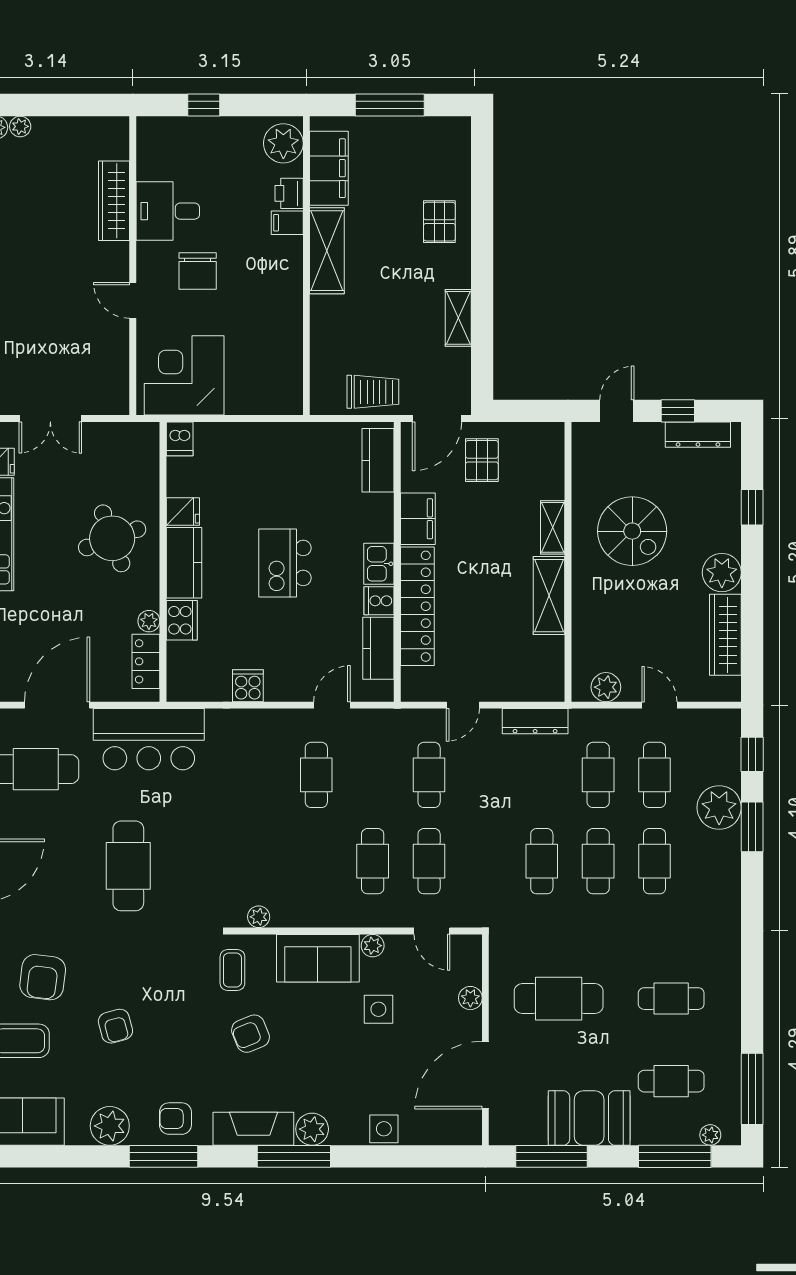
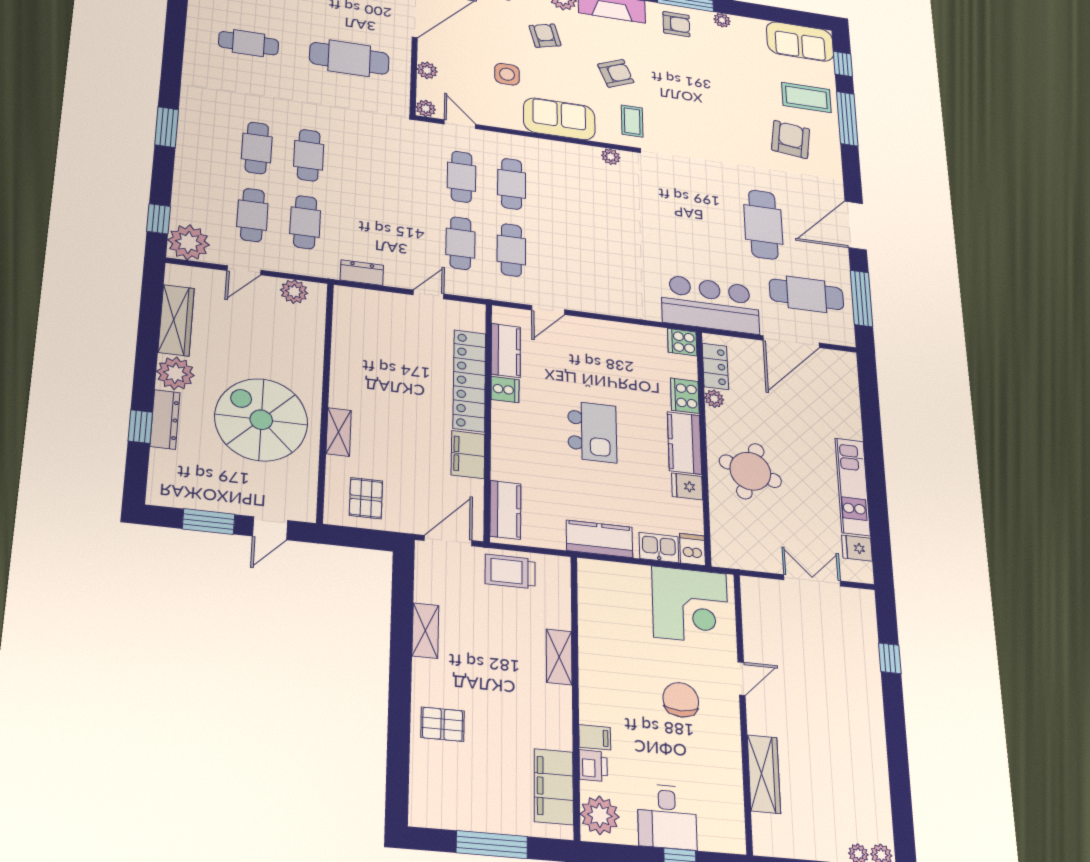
desk: (168, 211) -> (667, 817), moved, turned 90
pallet: (439, 222) -> (443, 724), turned 90
shelving: (327, 251) -> (559, 657), moved, width x0.67, depth x0.75
door: (133, 300) -> (742, 679), hinge flipped
window: (678, 411) -> (209, 522), width x1.50
dresser: (698, 435) -> (165, 419), moved, turned 90
kitchen counter: (279, 439) -> (599, 539), added
pallet: (482, 460) -> (366, 498), moved
spiral stairs: (632, 531) -> (261, 420), width x1.37, depth x1.37
round table: (112, 538) -> (750, 471), turned 37
kitchen sink: (379, 564) -> (659, 548), moved, turned -90
shelving: (549, 596) -> (345, 374), removed
cooker: (248, 686) -> (682, 342), moved, turned 90
door: (660, 705) -> (244, 270), hinge flipped
dresser: (535, 721) -> (362, 273), width x0.70
cafe table: (316, 775) -> (511, 250), moved
plant: (719, 807) -> (189, 242), moved
window: (752, 827) -> (167, 127), moved
cafe table: (542, 861) -> (360, 162), removed
cafe table: (128, 866) -> (763, 225), moved
plant: (373, 946) -> (426, 108), moved
armchair: (115, 1026) -> (545, 36), moved
plant: (110, 1126) -> (722, 20), width x0.53, depth x0.53

